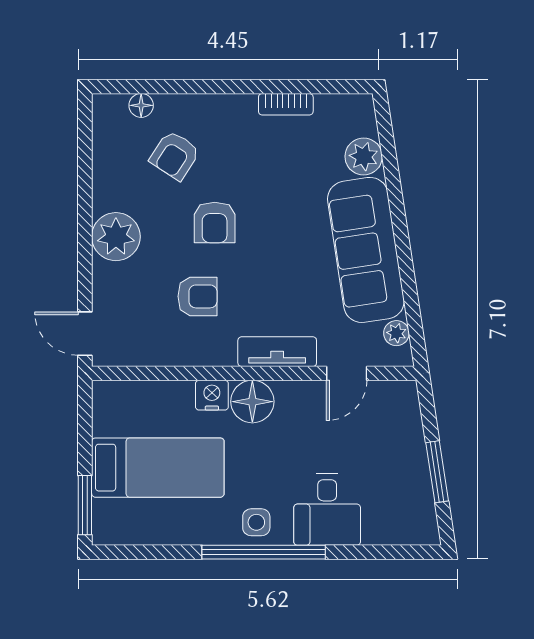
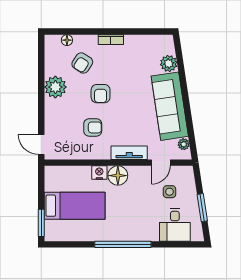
bookcase: (286, 104) -> (111, 40), moved
plant: (116, 237) -> (55, 87), moved
desk: (327, 510) -> (175, 225), moved
side table: (256, 522) -> (169, 192), moved

